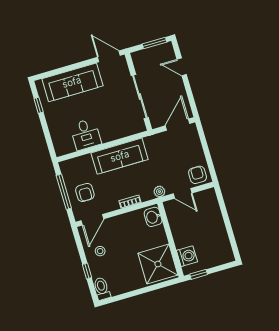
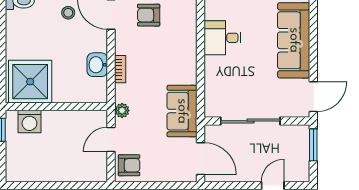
window: (154, 43) -> (313, 145), moved
sofa: (120, 156) -> (182, 111), moved, width x0.73
washbasin: (153, 217) -> (97, 65), moved, turned -90

